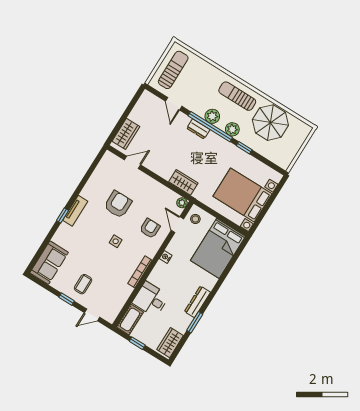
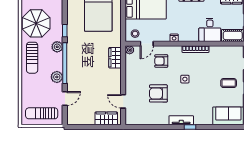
plant: (212, 116) -> (57, 77), moved
dresser: (198, 129) -> (72, 71), removed

